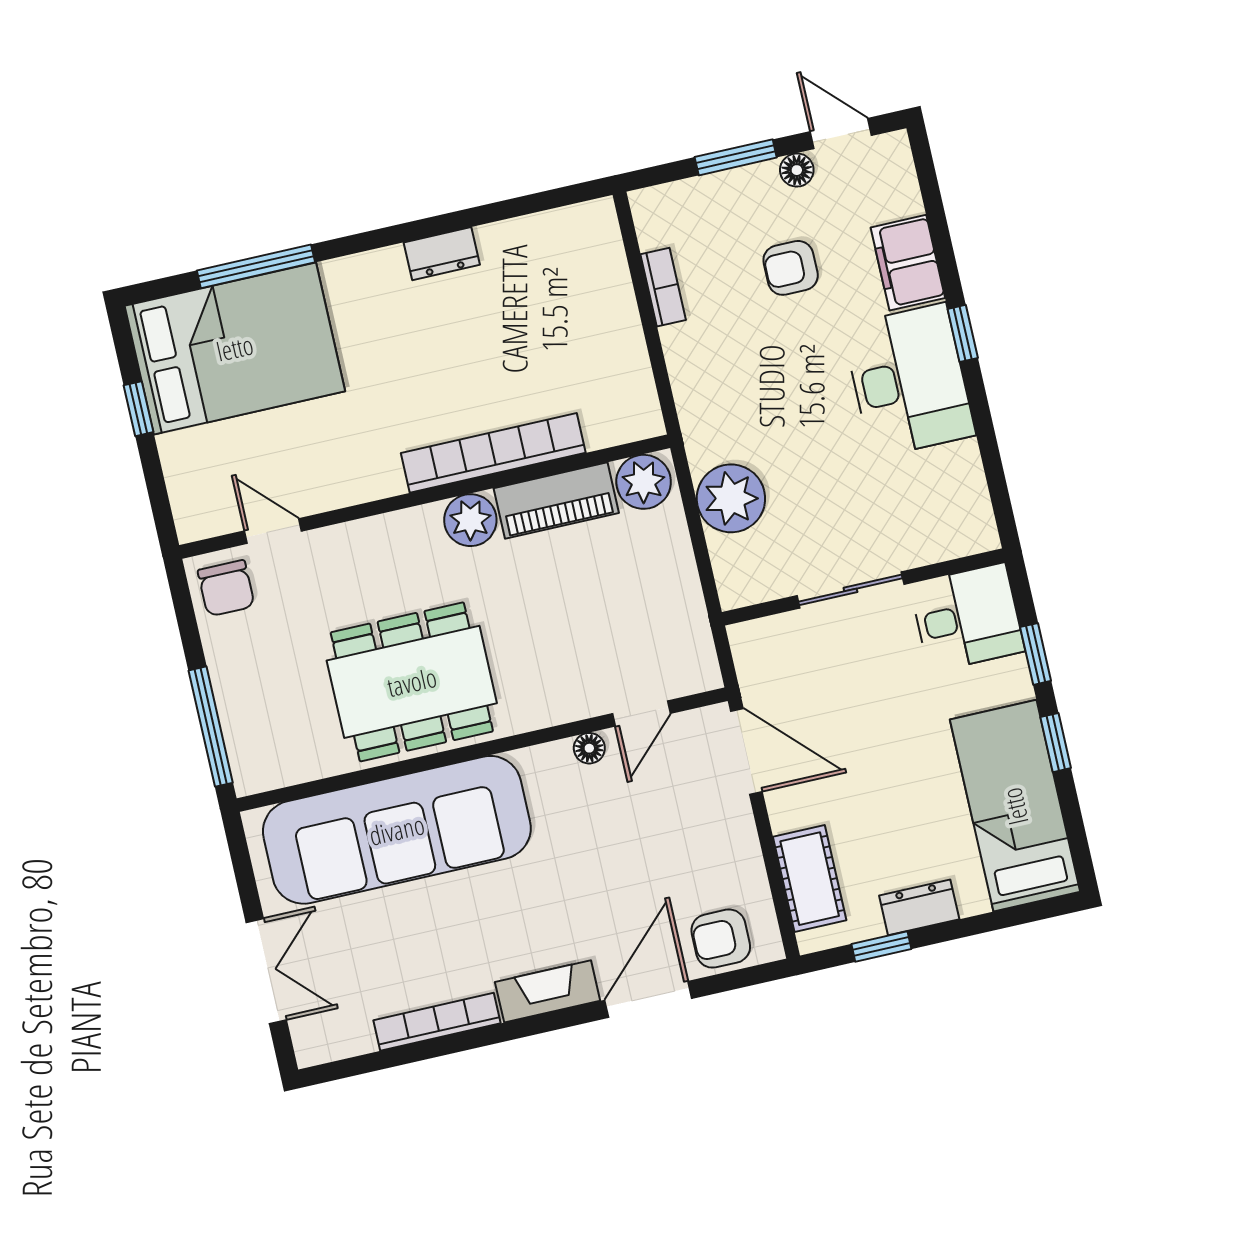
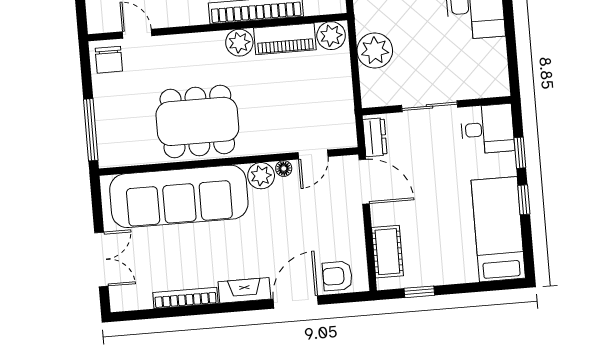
plant: (548, 768) -> (261, 176), added
dresser: (919, 907) -> (375, 137), moved, turned 90

